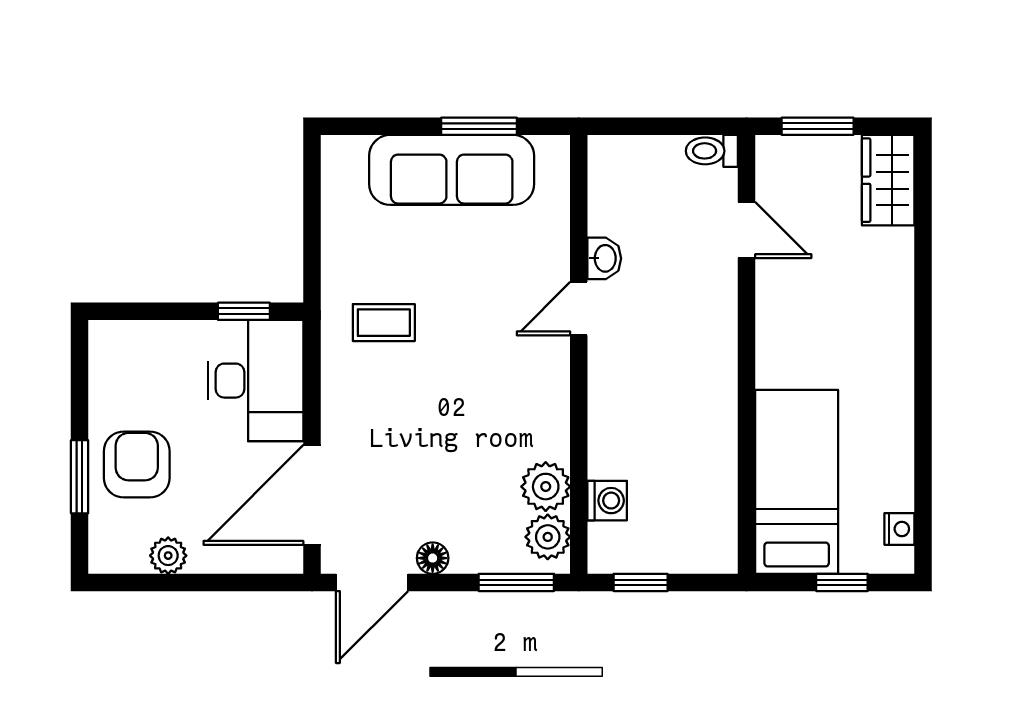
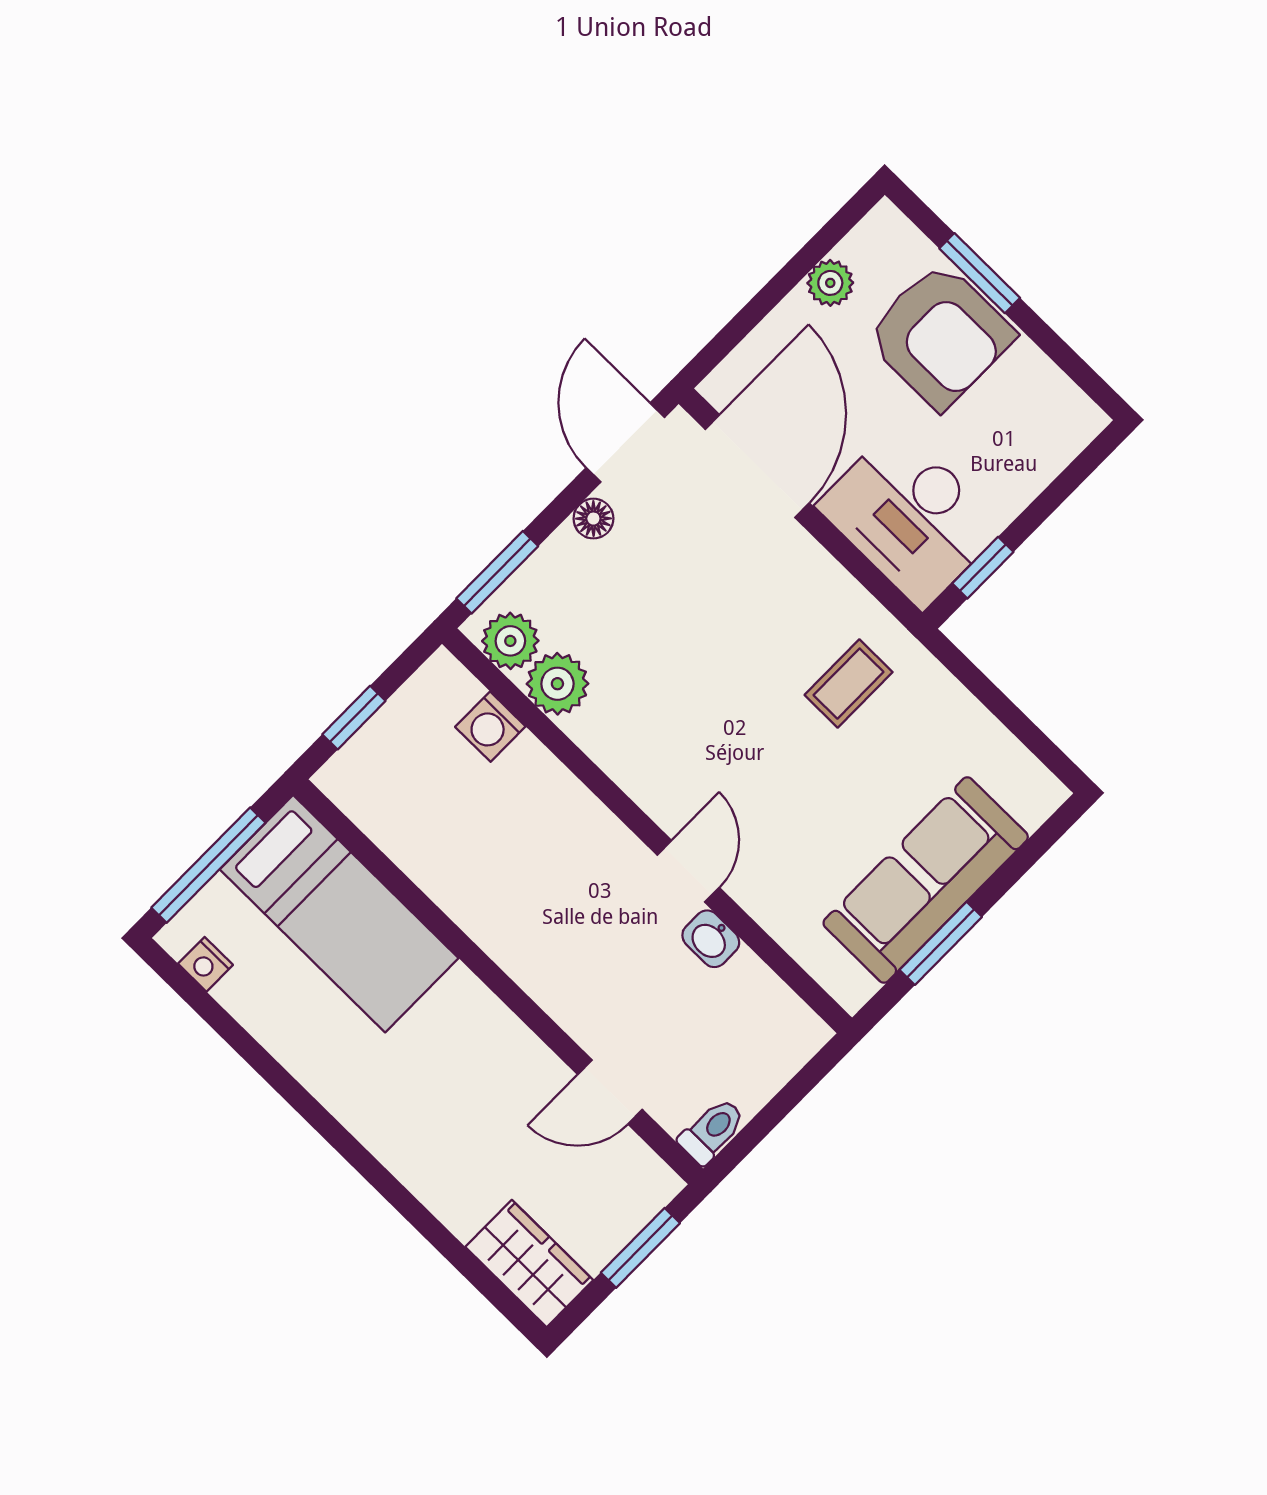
armchair: (137, 465) -> (940, 335), width x1.36, depth x1.36
window: (641, 582) -> (354, 718), moved
window: (842, 582) -> (208, 865), width x2.17

